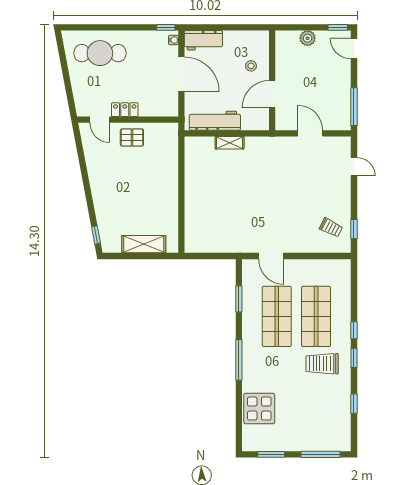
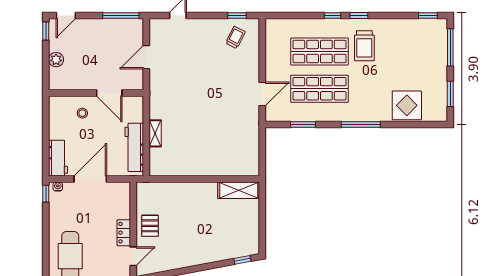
shelving: (144, 244) -> (239, 190), moved, turned 90
window: (354, 404) -> (428, 16), moved

